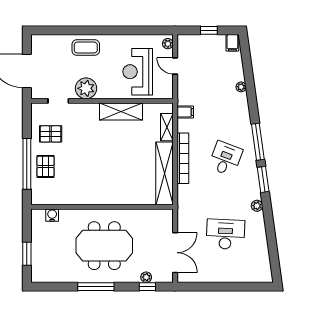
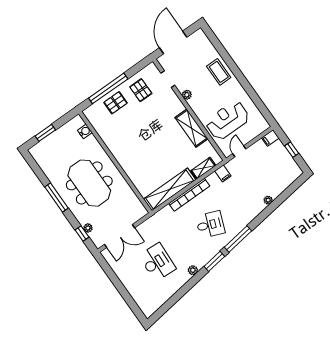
filing cabinet: (232, 43) -> (270, 138), moved
plant: (168, 44) -> (262, 127), removed
door: (175, 66) -> (239, 151), moved
plant: (86, 88) -> (187, 95), width x0.53, depth x0.53

